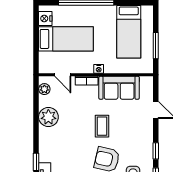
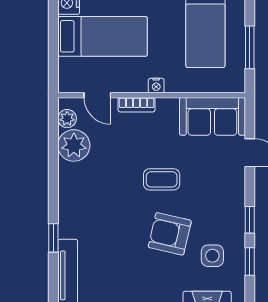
sofa: (119, 88) -> (212, 116), moved
plant: (48, 117) -> (74, 145), moved
coffee table: (102, 126) -> (162, 179), turned 90

